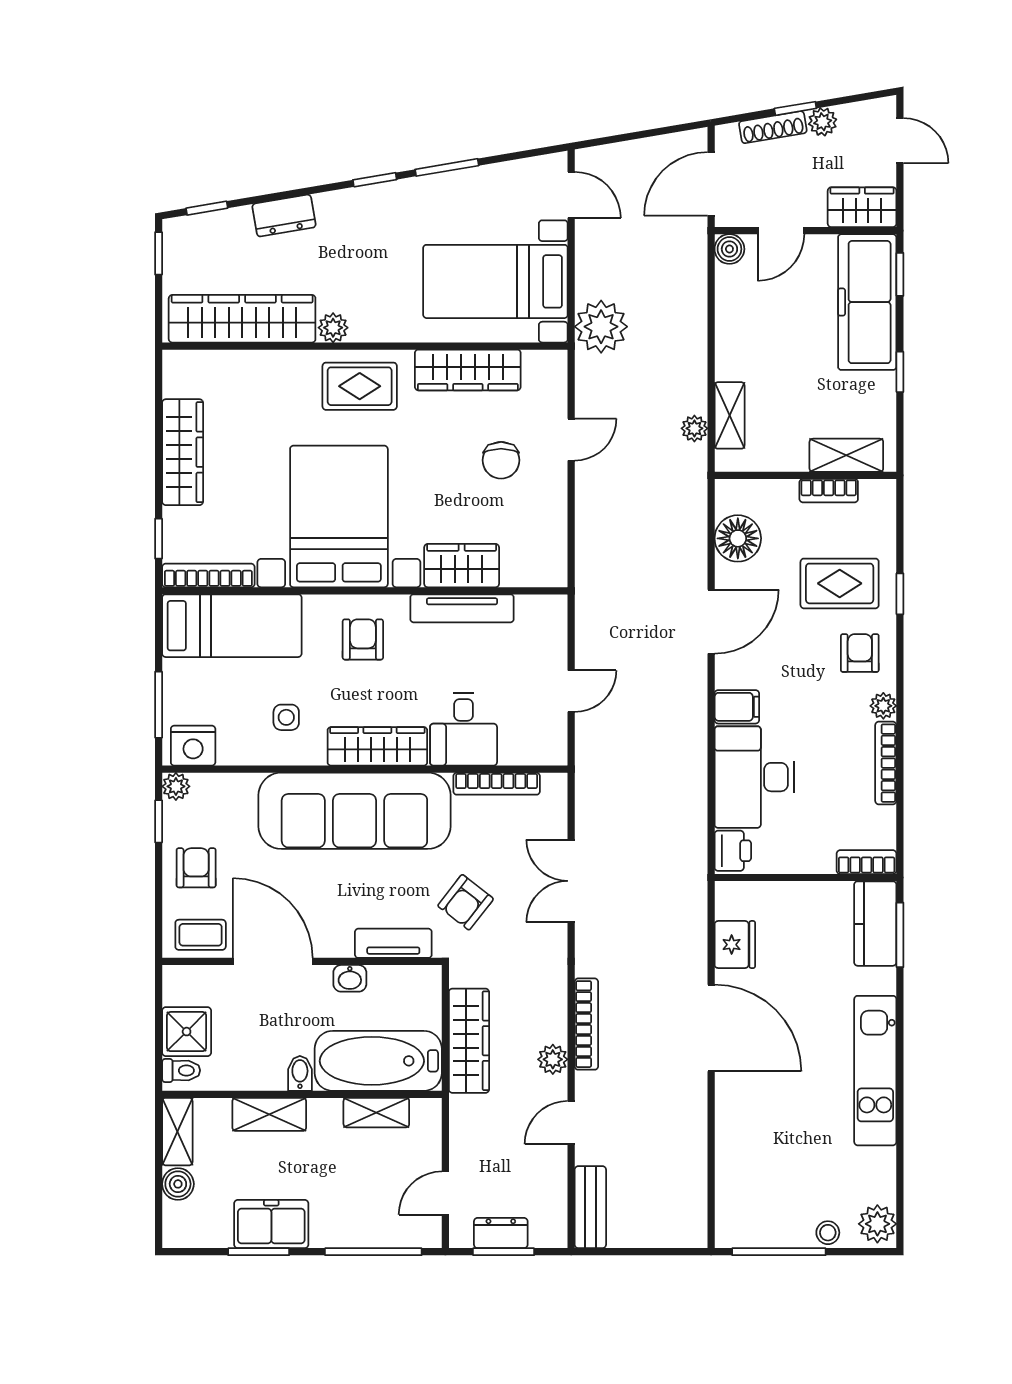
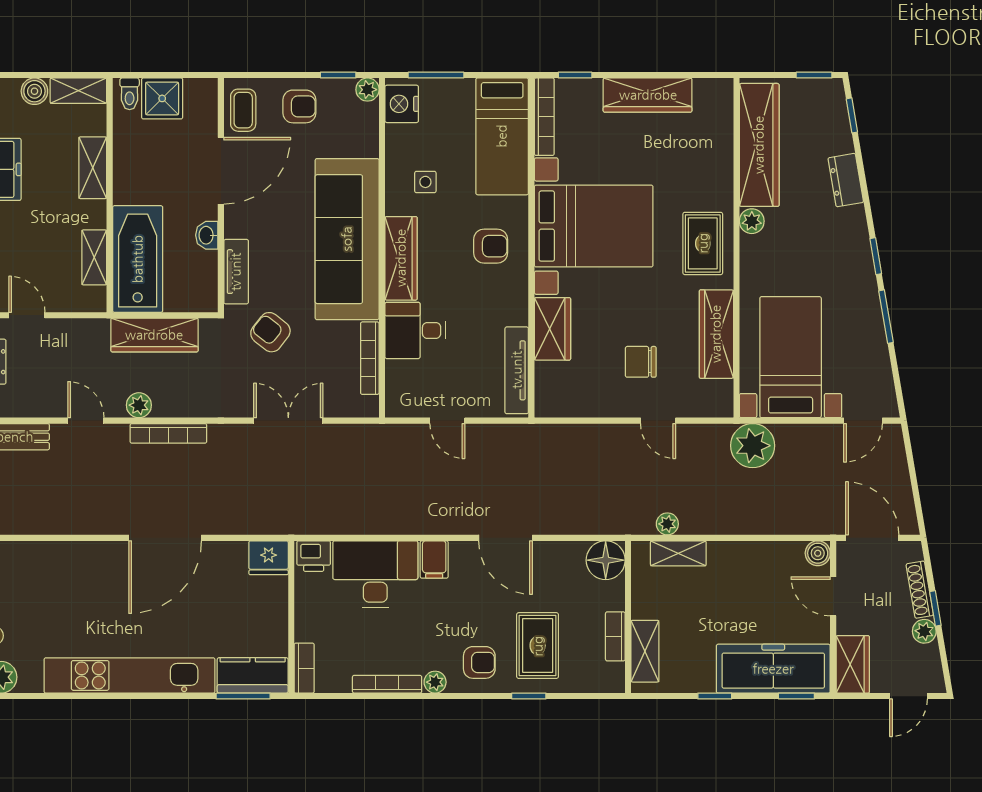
floor lamp: (738, 538) -> (606, 560), moved
tv unit: (462, 608) -> (517, 370), moved
fridge: (735, 945) -> (269, 558), moved
kitchen unit: (875, 1071) -> (129, 675), width x1.36
bidet: (300, 1073) -> (127, 193), removed

